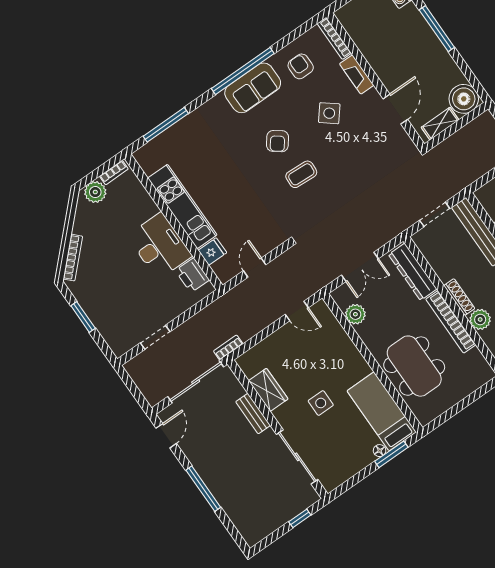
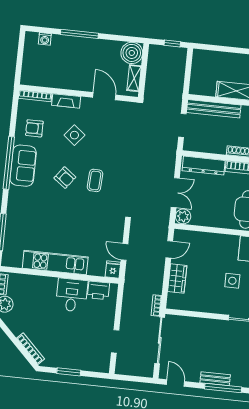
desk: (159, 246) -> (72, 295), width x0.73
fridge: (212, 251) -> (113, 270), moved
plant: (355, 314) -> (183, 216), moved
wardrobe: (268, 390) -> (177, 278), moved, turned 90
bench: (253, 414) -> (215, 379), moved

